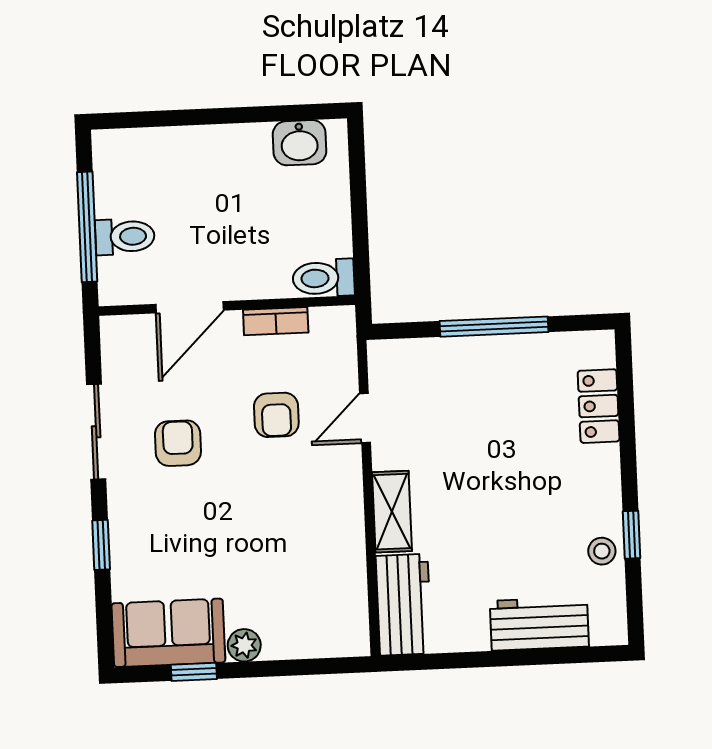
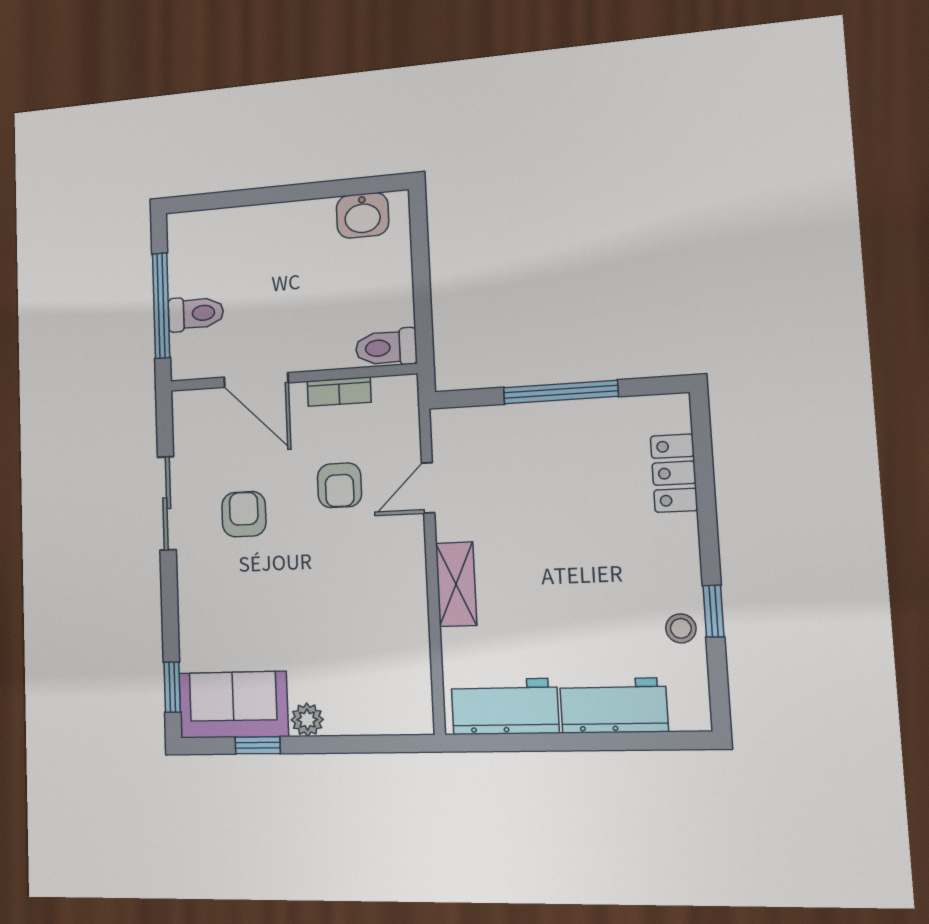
door: (190, 307) -> (256, 380), hinge flipped
window: (101, 545) -> (172, 687), moved
workbench: (404, 605) -> (505, 707), moved, turned -90

